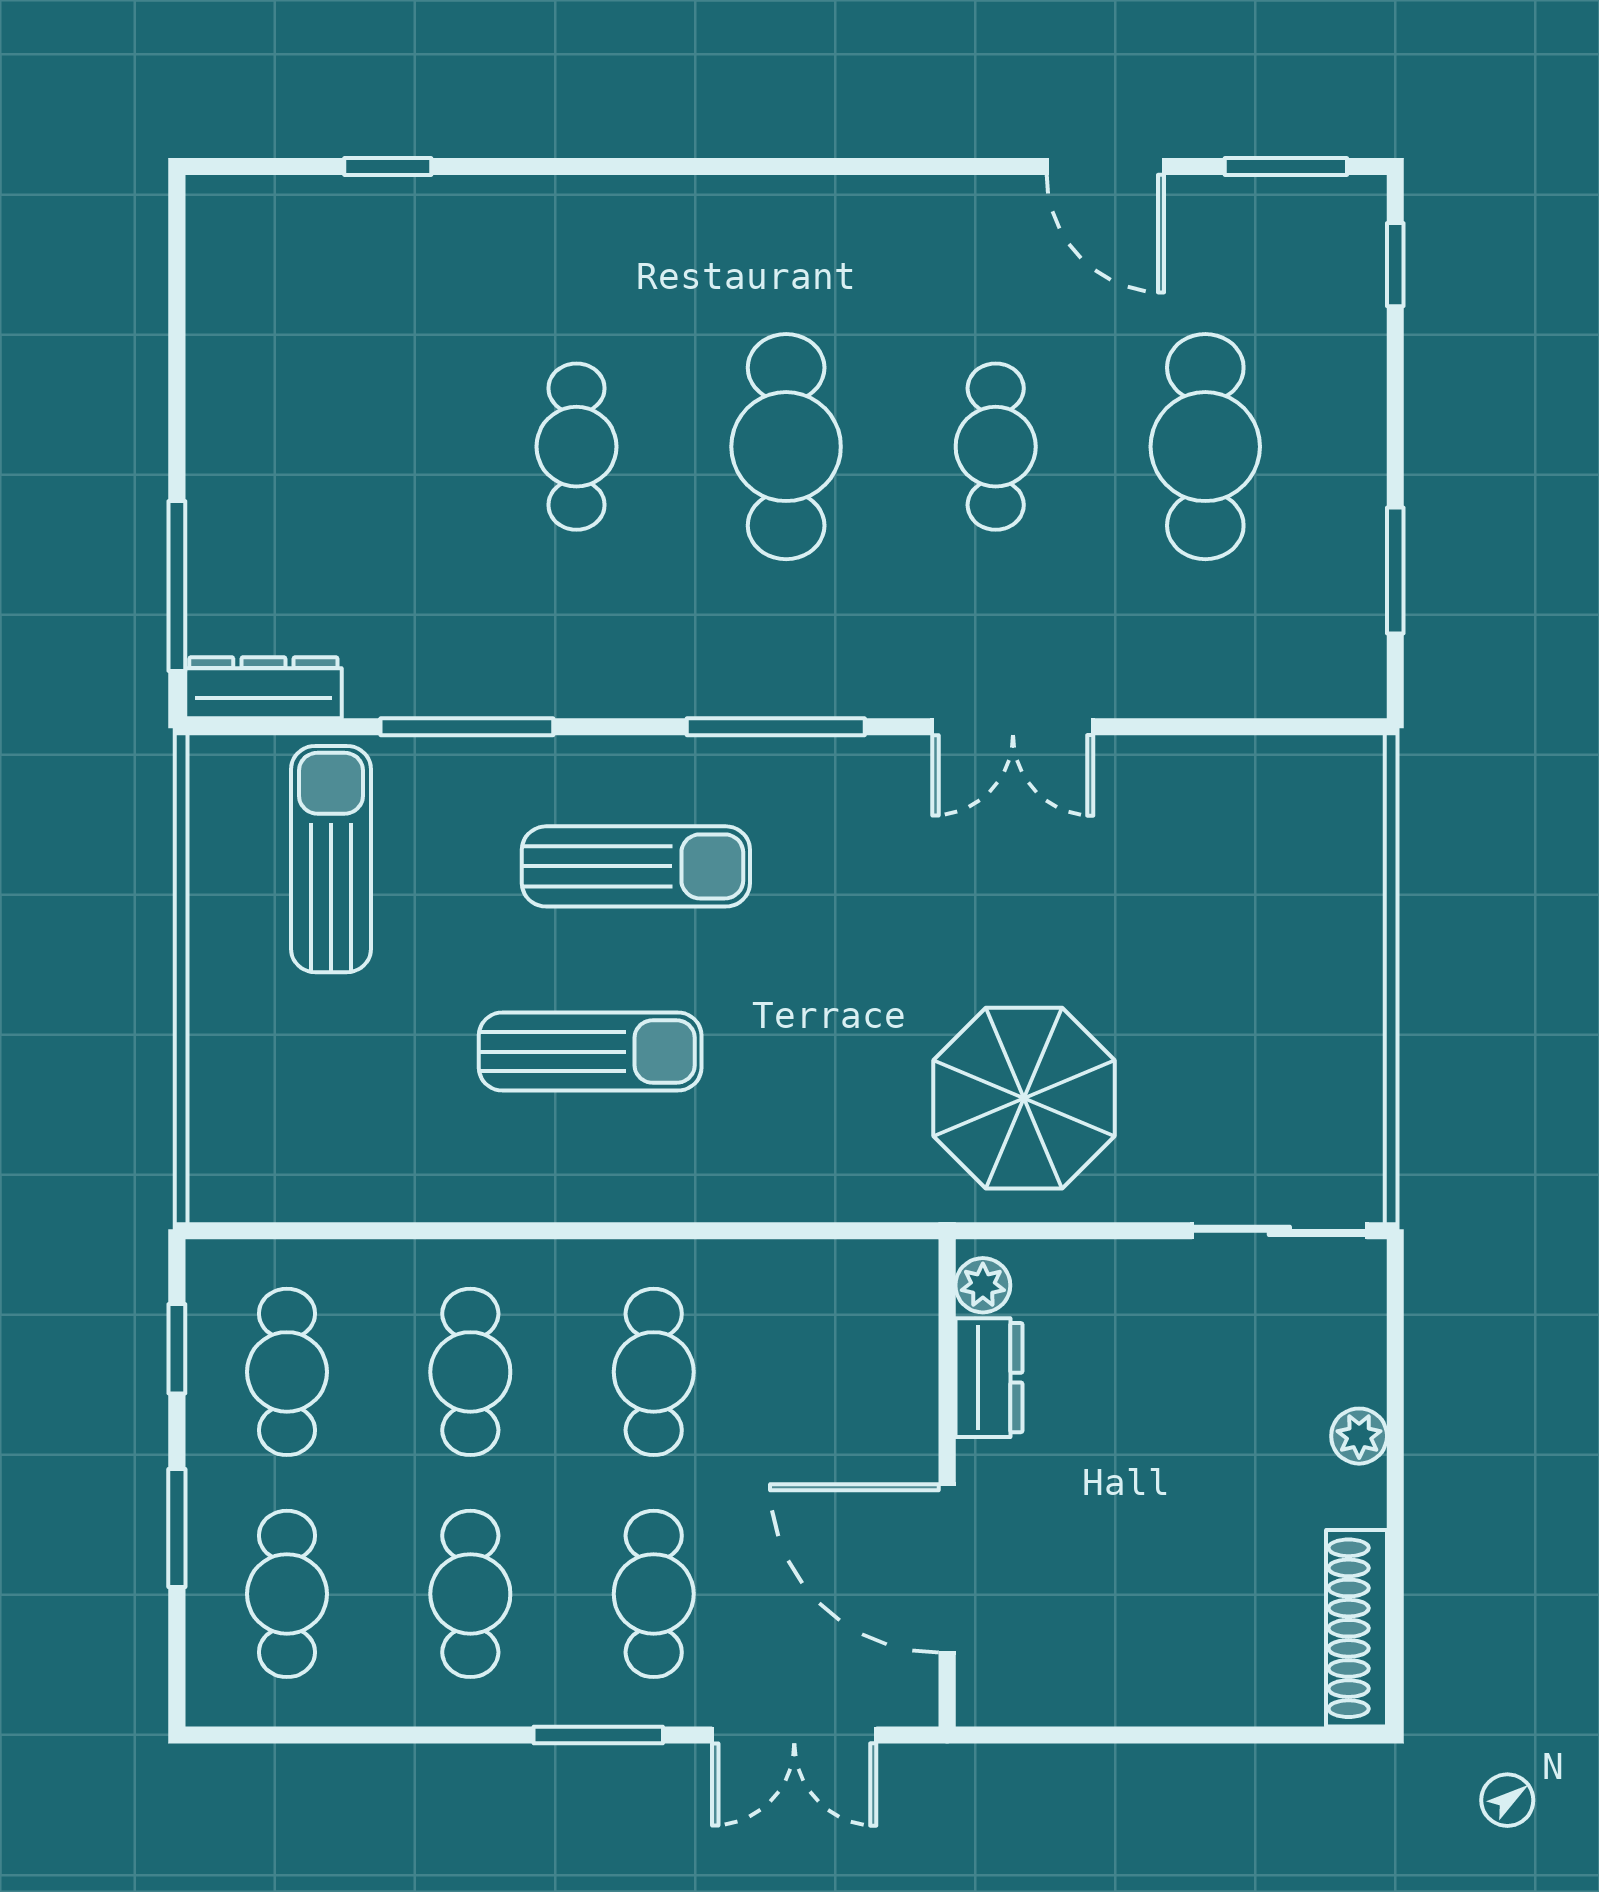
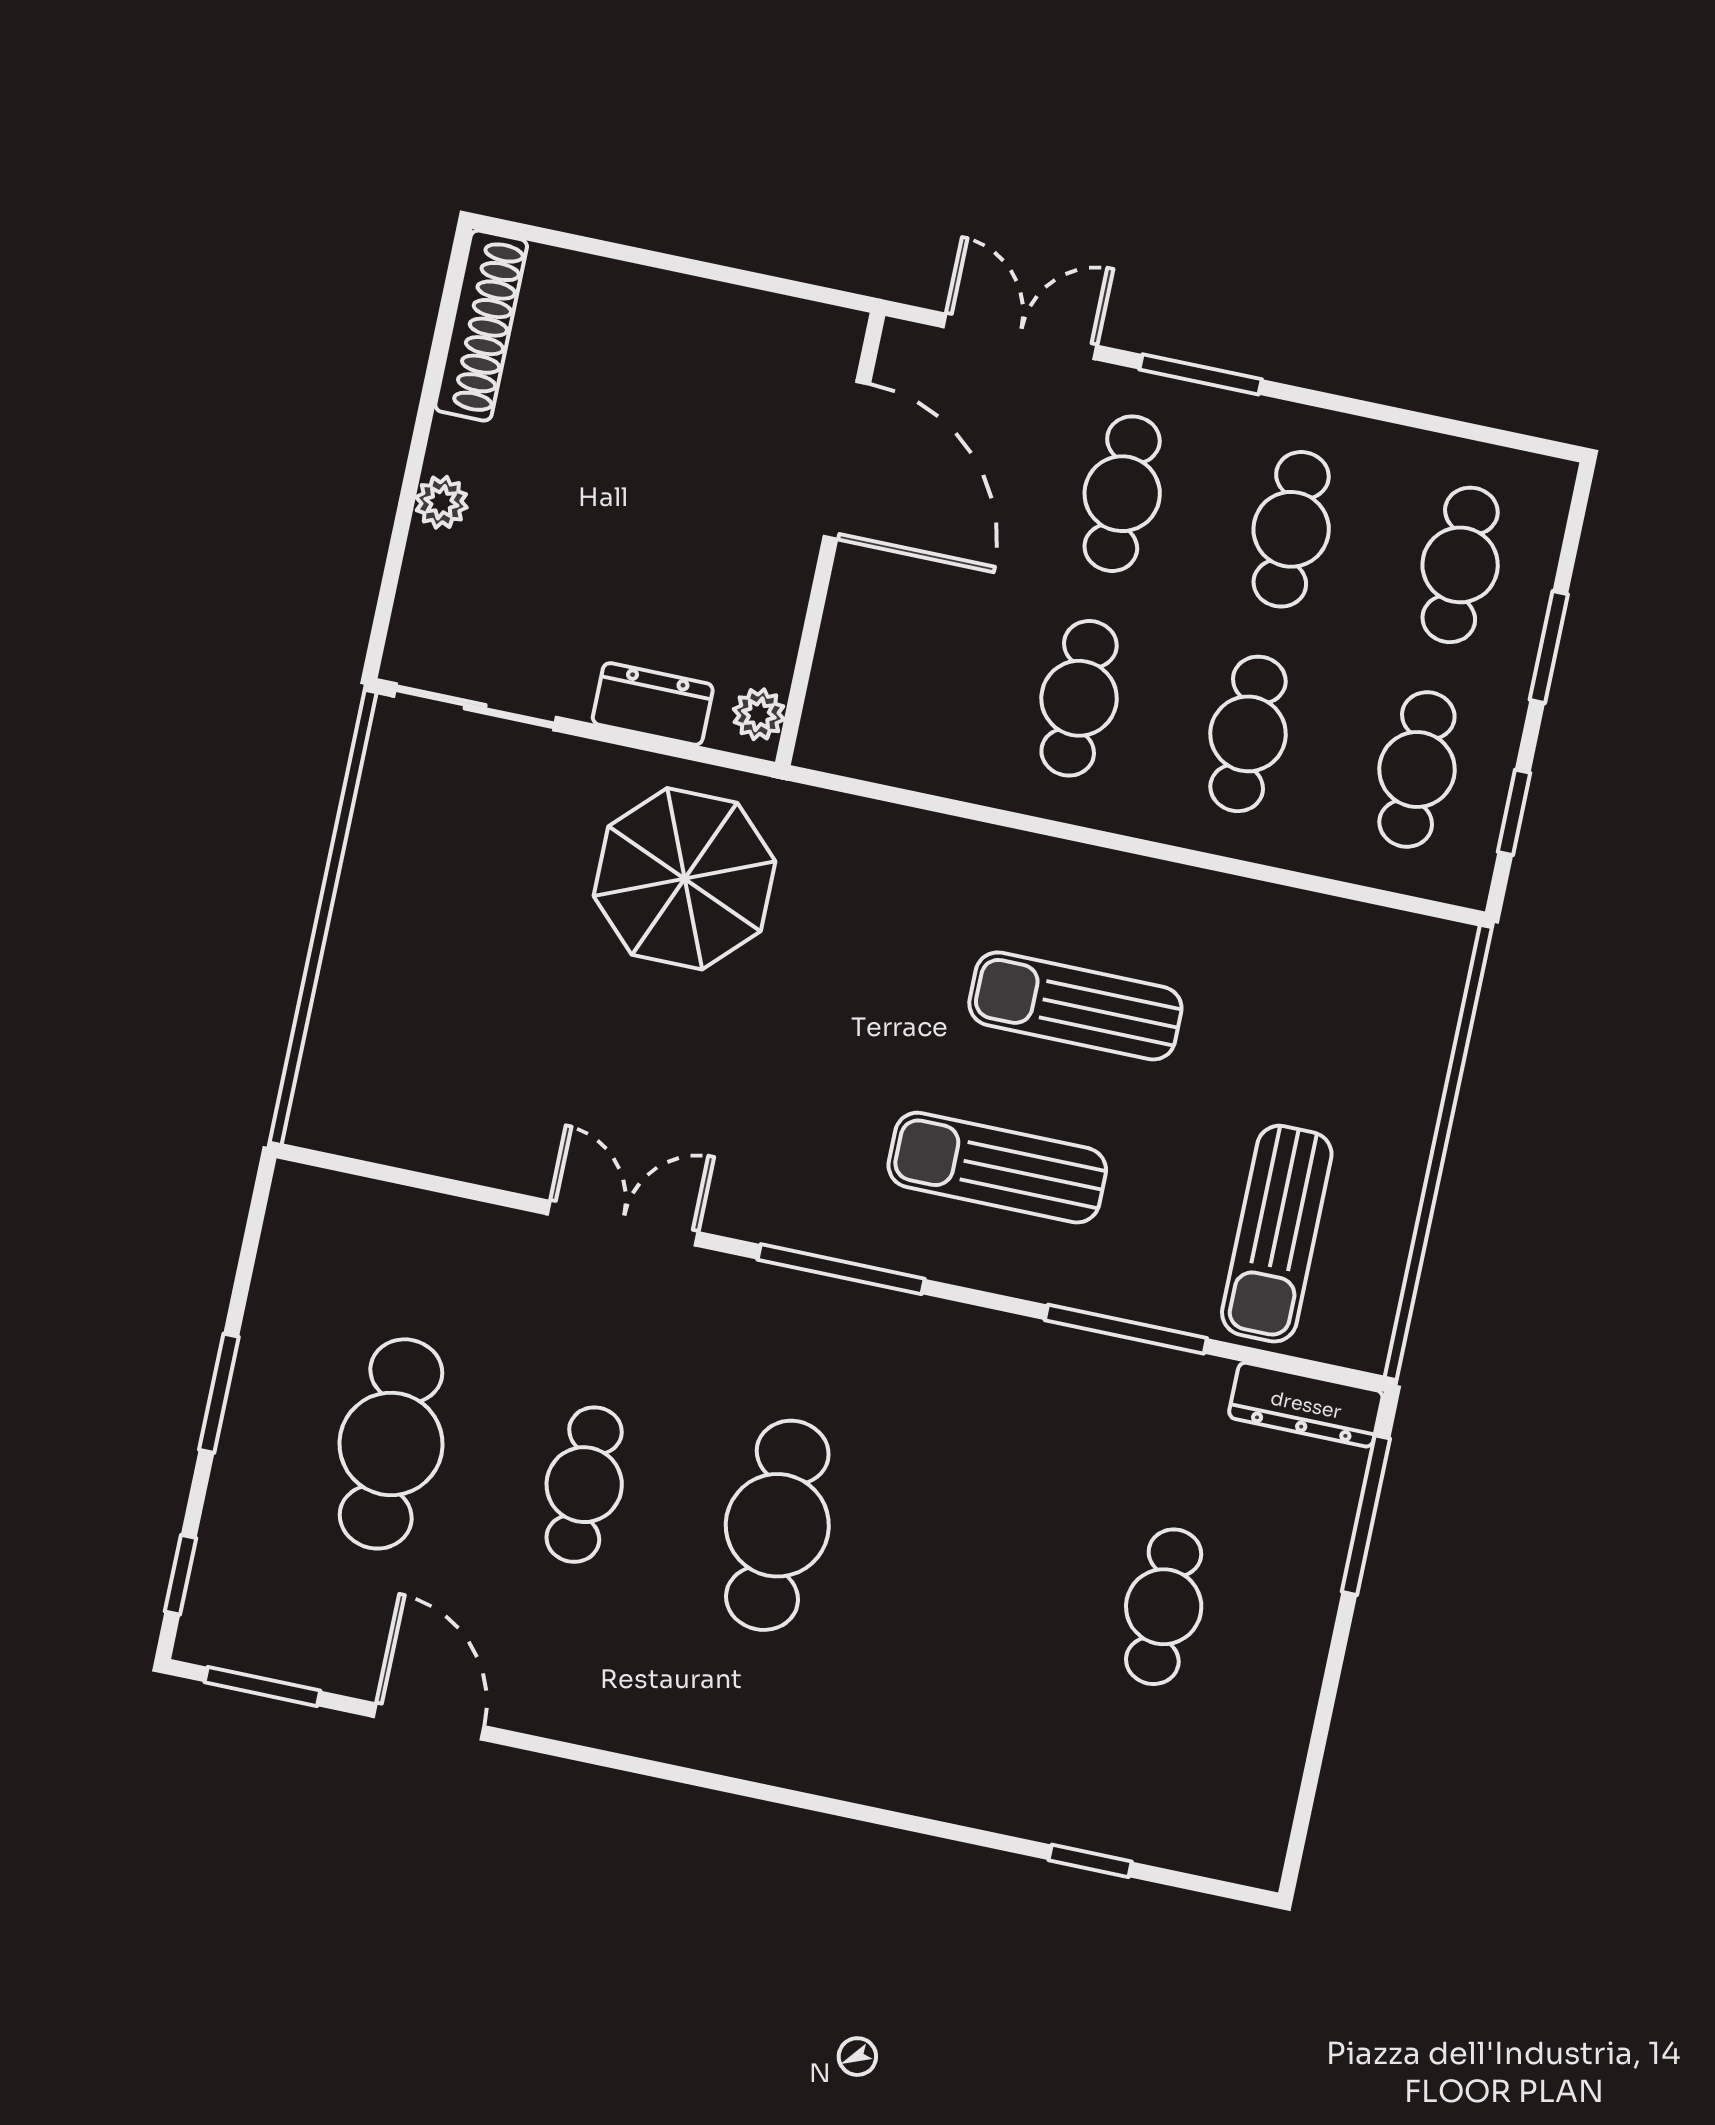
cafe table: (576, 447) -> (1164, 1607), moved
window: (1395, 571) -> (219, 1393), moved
dresser: (989, 1378) -> (653, 704), moved, turned 90

